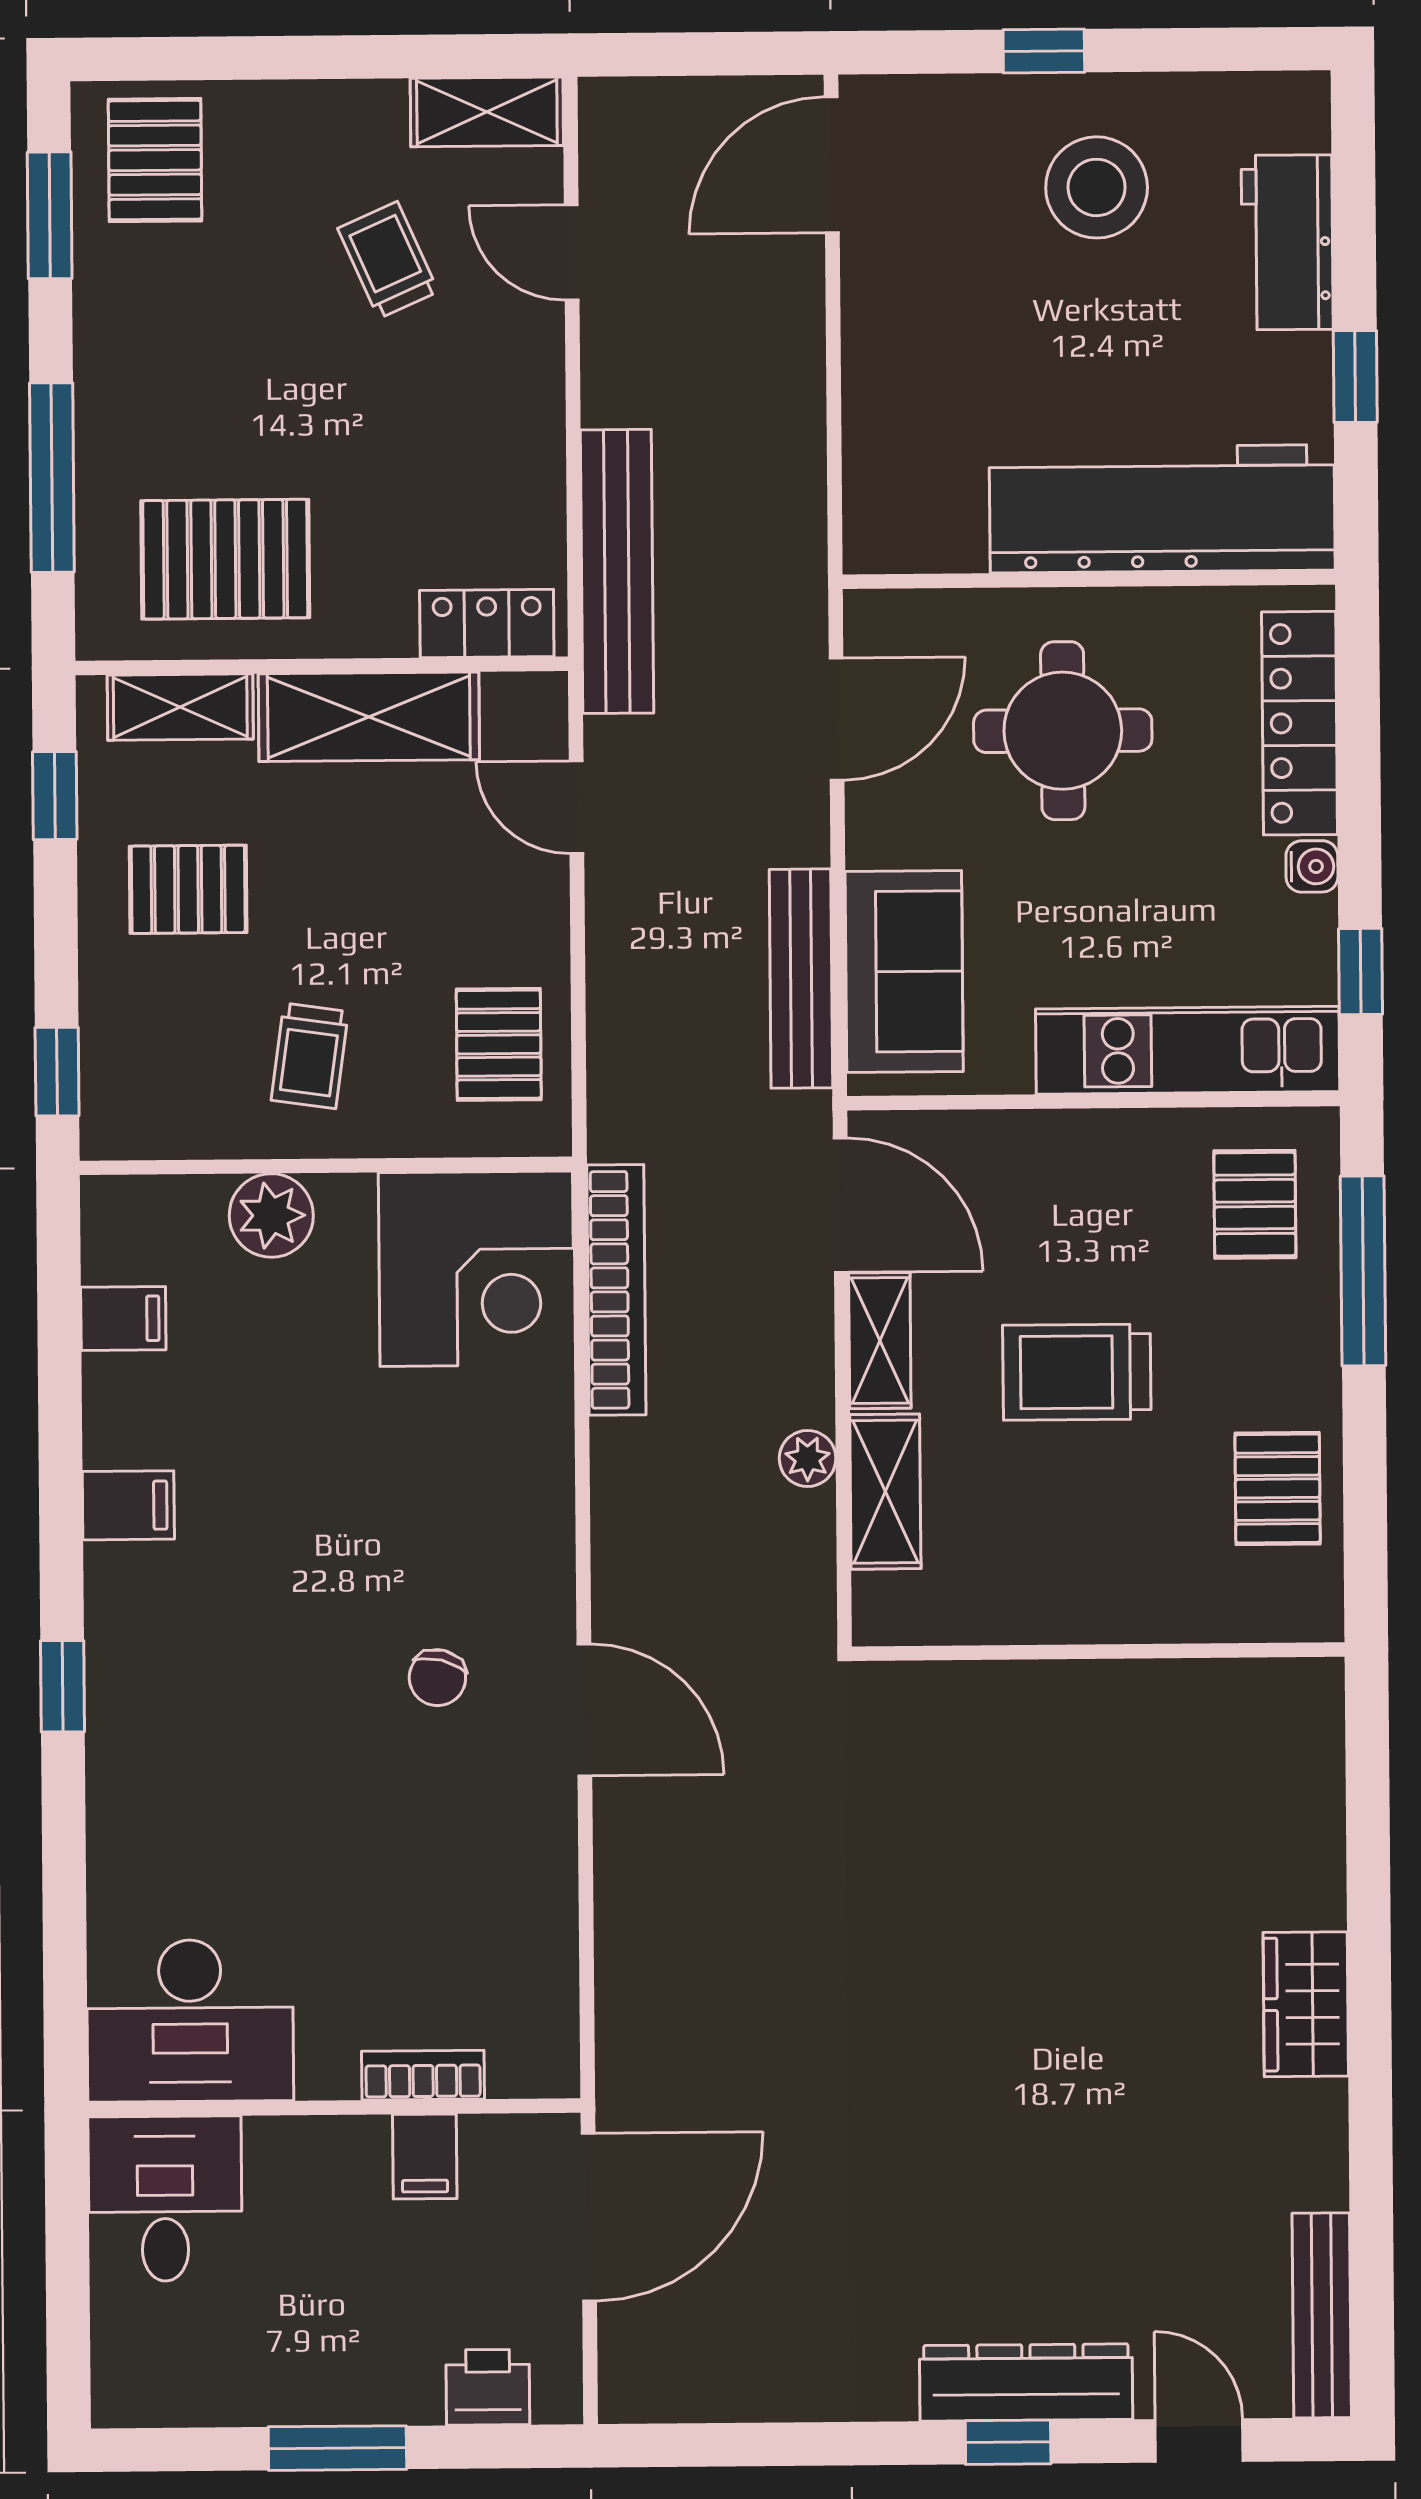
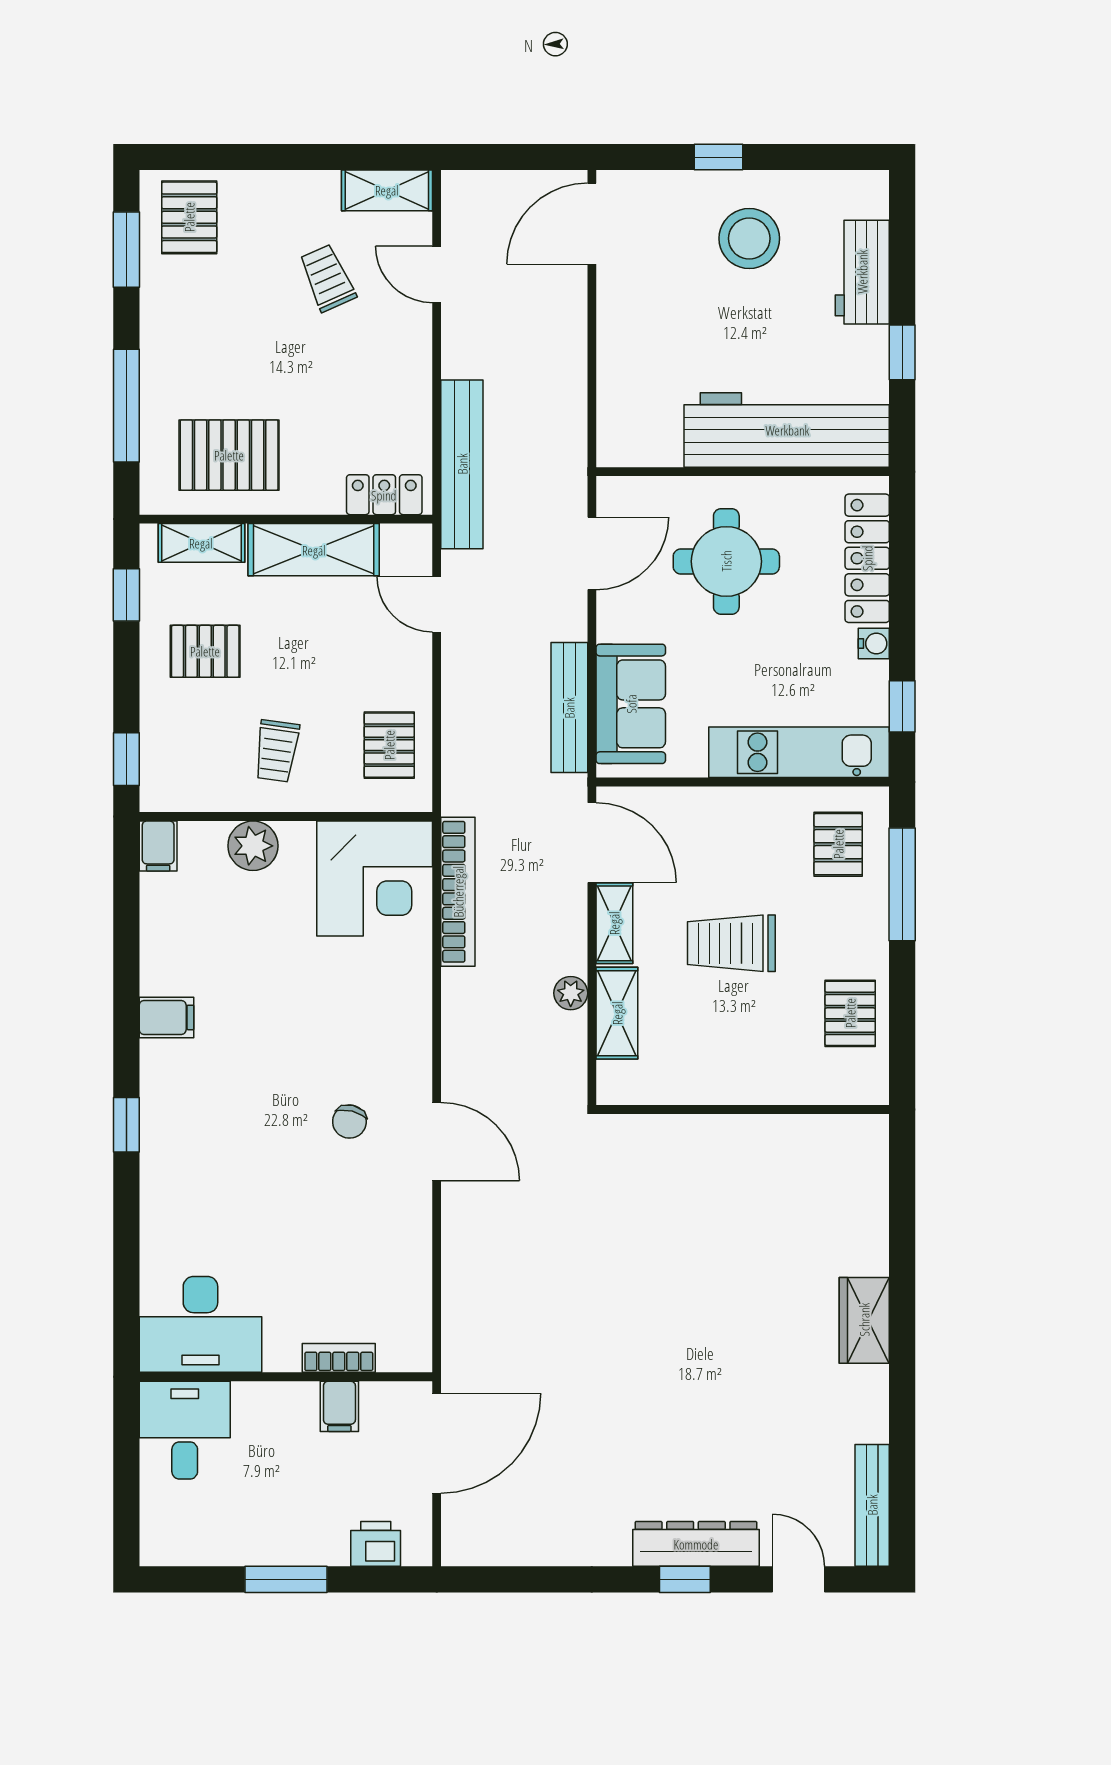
filing cabinet: (123, 1319) -> (158, 846), moved, turned 90

